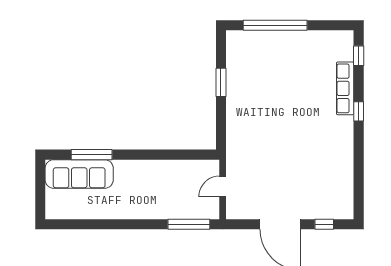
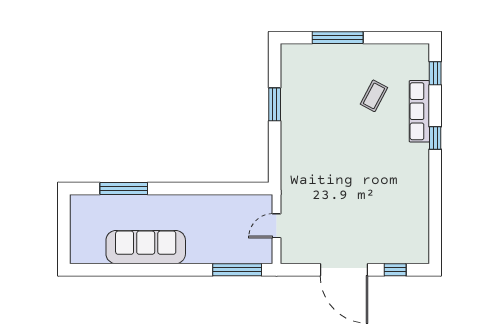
window: (275, 25) -> (338, 38), width x0.68
coffee table: (306, 75) -> (374, 96), added
sofa: (79, 174) -> (146, 247), moved, turned 180

